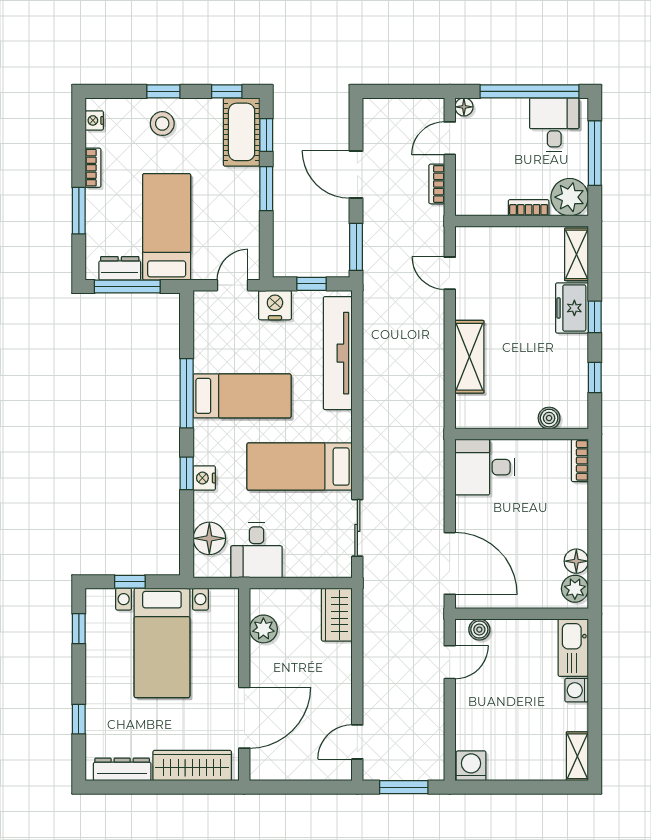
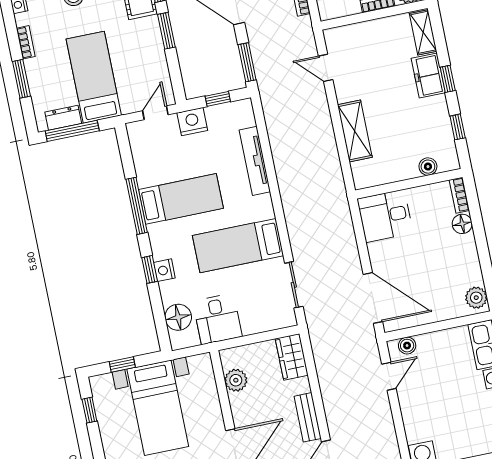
tv unit: (338, 353) -> (255, 161), width x0.73, depth x0.78
floor lamp: (576, 561) -> (462, 224), moved
bench: (341, 692) -> (308, 417), added

